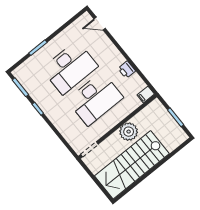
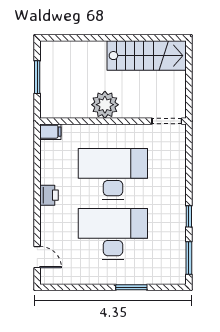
printer: (127, 70) -> (49, 195), moved
stairs: (132, 165) -> (147, 56), width x0.73, depth x0.66

